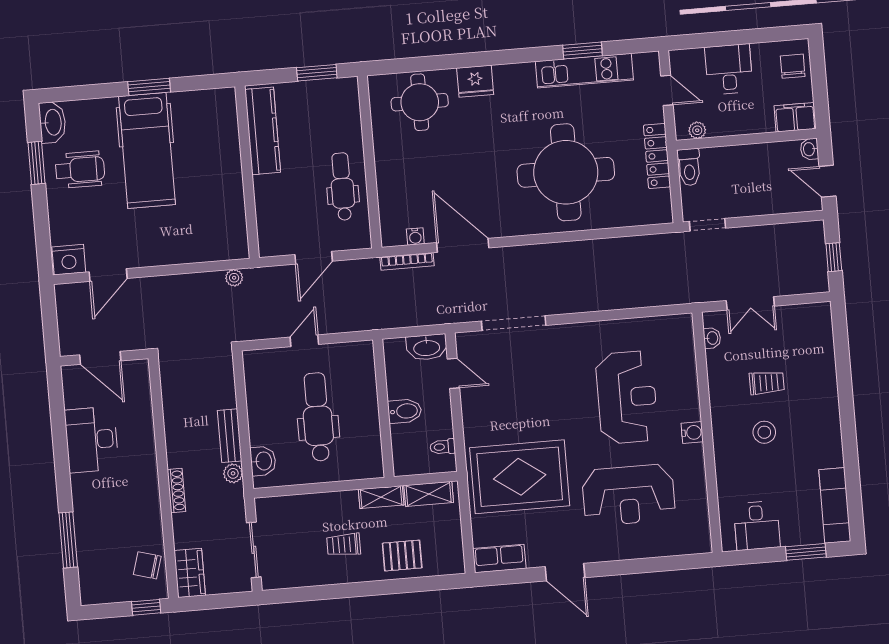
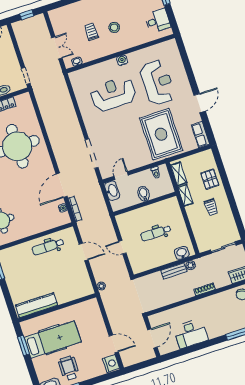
kitchen counter: (263, 131) -> (37, 305), moved
wall: (247, 172) -> (57, 308), moved
dental chair: (318, 417) -> (156, 233), width x0.73, depth x0.72

